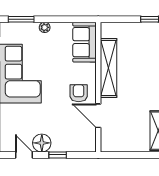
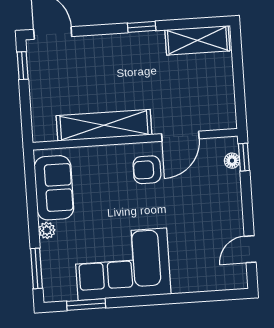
sofa: (84, 42) -> (54, 188), moved, turned -90
floor lamp: (42, 143) -> (232, 161), moved, width x0.53, depth x0.53
window: (58, 155) -> (244, 157), moved

